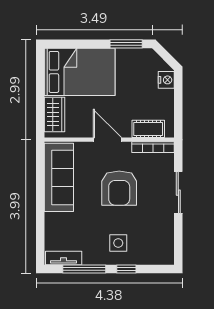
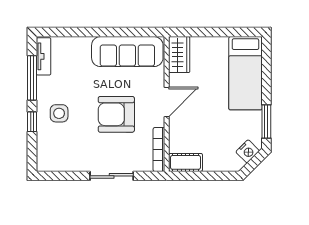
bed: (80, 72) -> (245, 73), width x0.67
nightstand: (166, 80) -> (248, 151), moved, turned -45
wardrobe: (54, 114) -> (179, 55), moved, turned -90
cot: (148, 129) -> (186, 162), moved, turned 90

